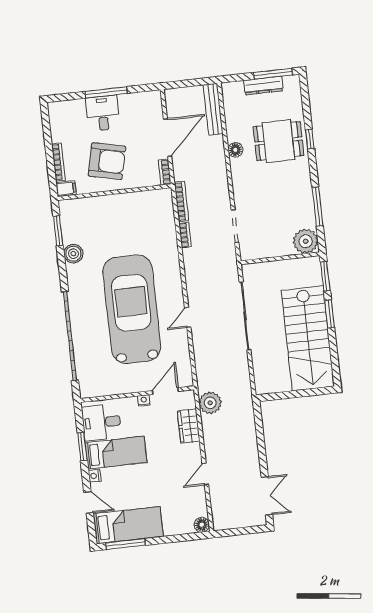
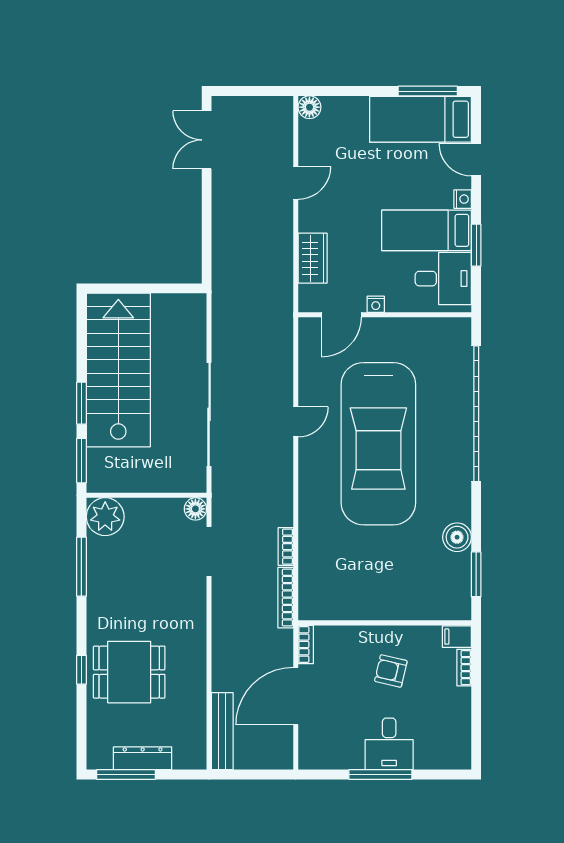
floor lamp: (235, 150) -> (195, 509), moved
armchair: (107, 161) -> (391, 671), width x0.53, depth x0.53
bookcase: (58, 162) -> (464, 668), width x0.64
plant: (210, 403) -> (276, 289), removed

